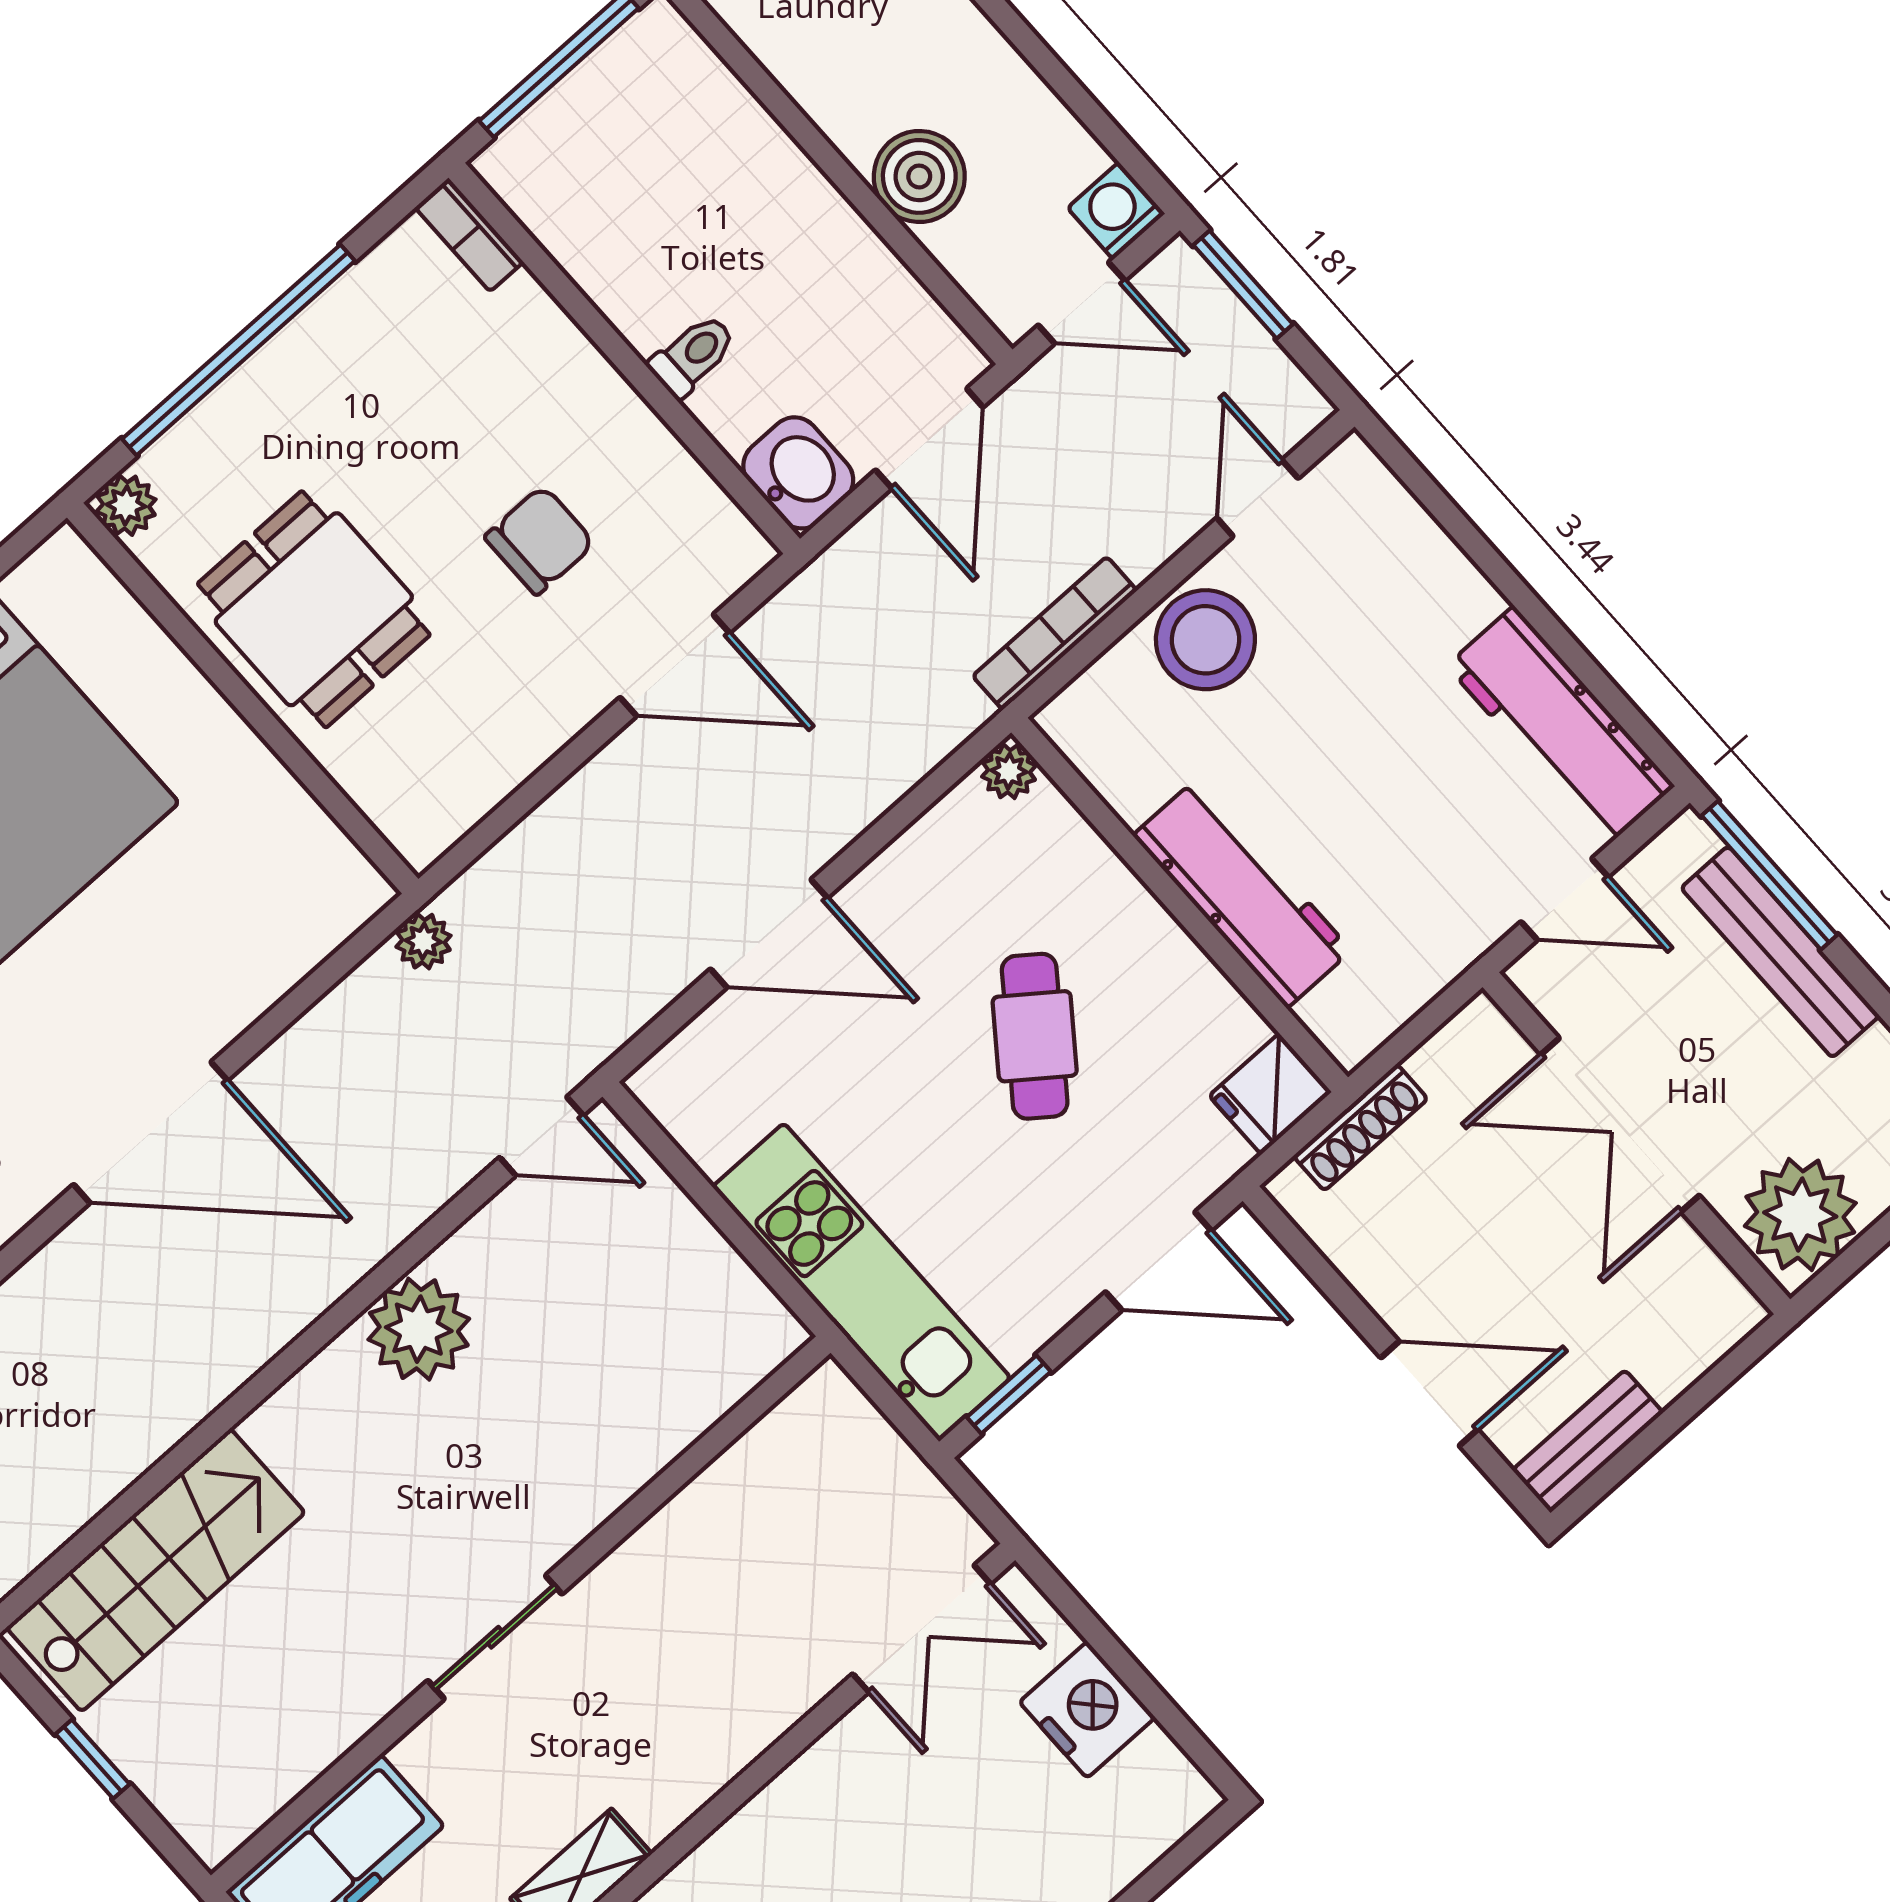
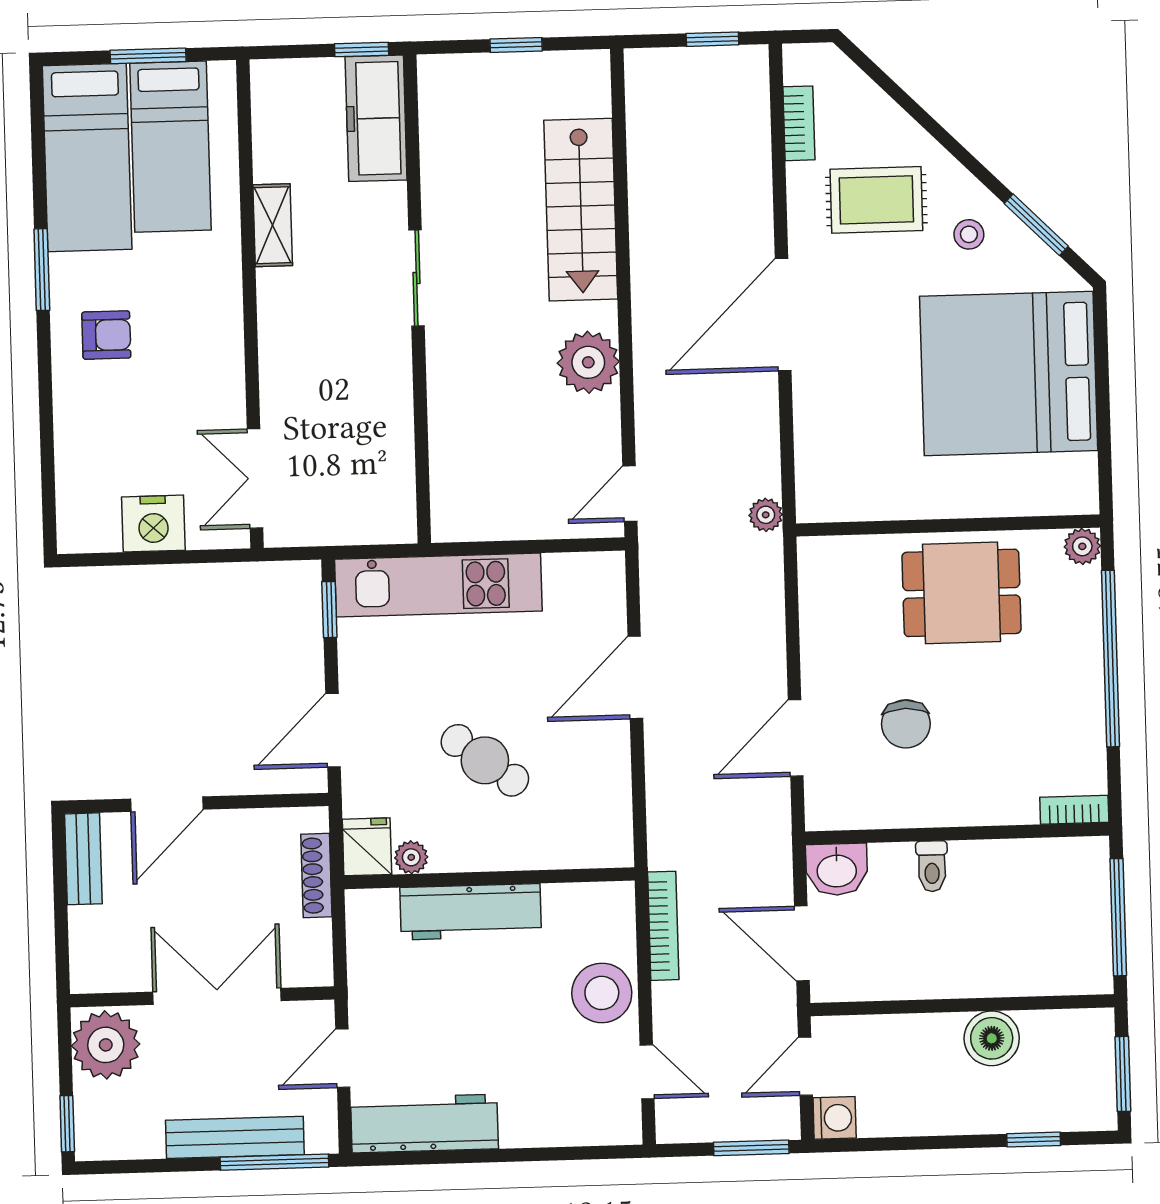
boiler: (919, 176) -> (992, 1038), moved
plant: (1009, 771) -> (411, 857), moved
stairs: (156, 1570) -> (581, 210), moved

